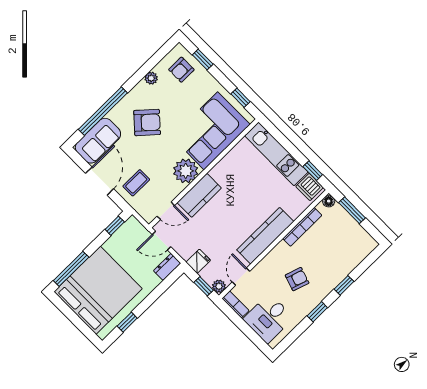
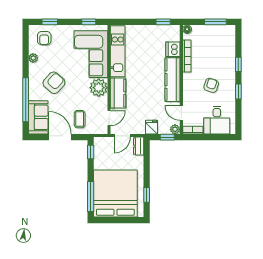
kitchen unit: (276, 154) -> (118, 51), moved, turned -90
dishwasher: (310, 187) -> (173, 49), moved, turned 90
window: (352, 210) -> (215, 22), moved

